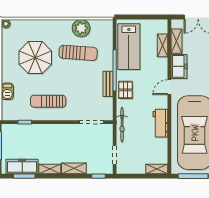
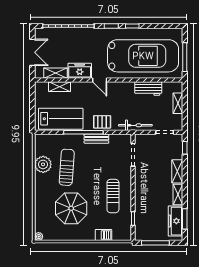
workbench: (160, 123) -> (148, 89), moved
shelving: (157, 169) -> (178, 103), moved

